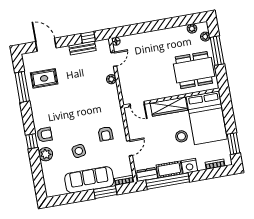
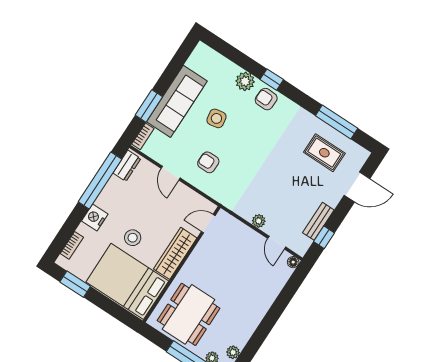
rug: (44, 78) -> (324, 153), turned 90
armchair: (45, 135) -> (266, 99), turned 92
cot: (169, 169) -> (110, 193), removed

